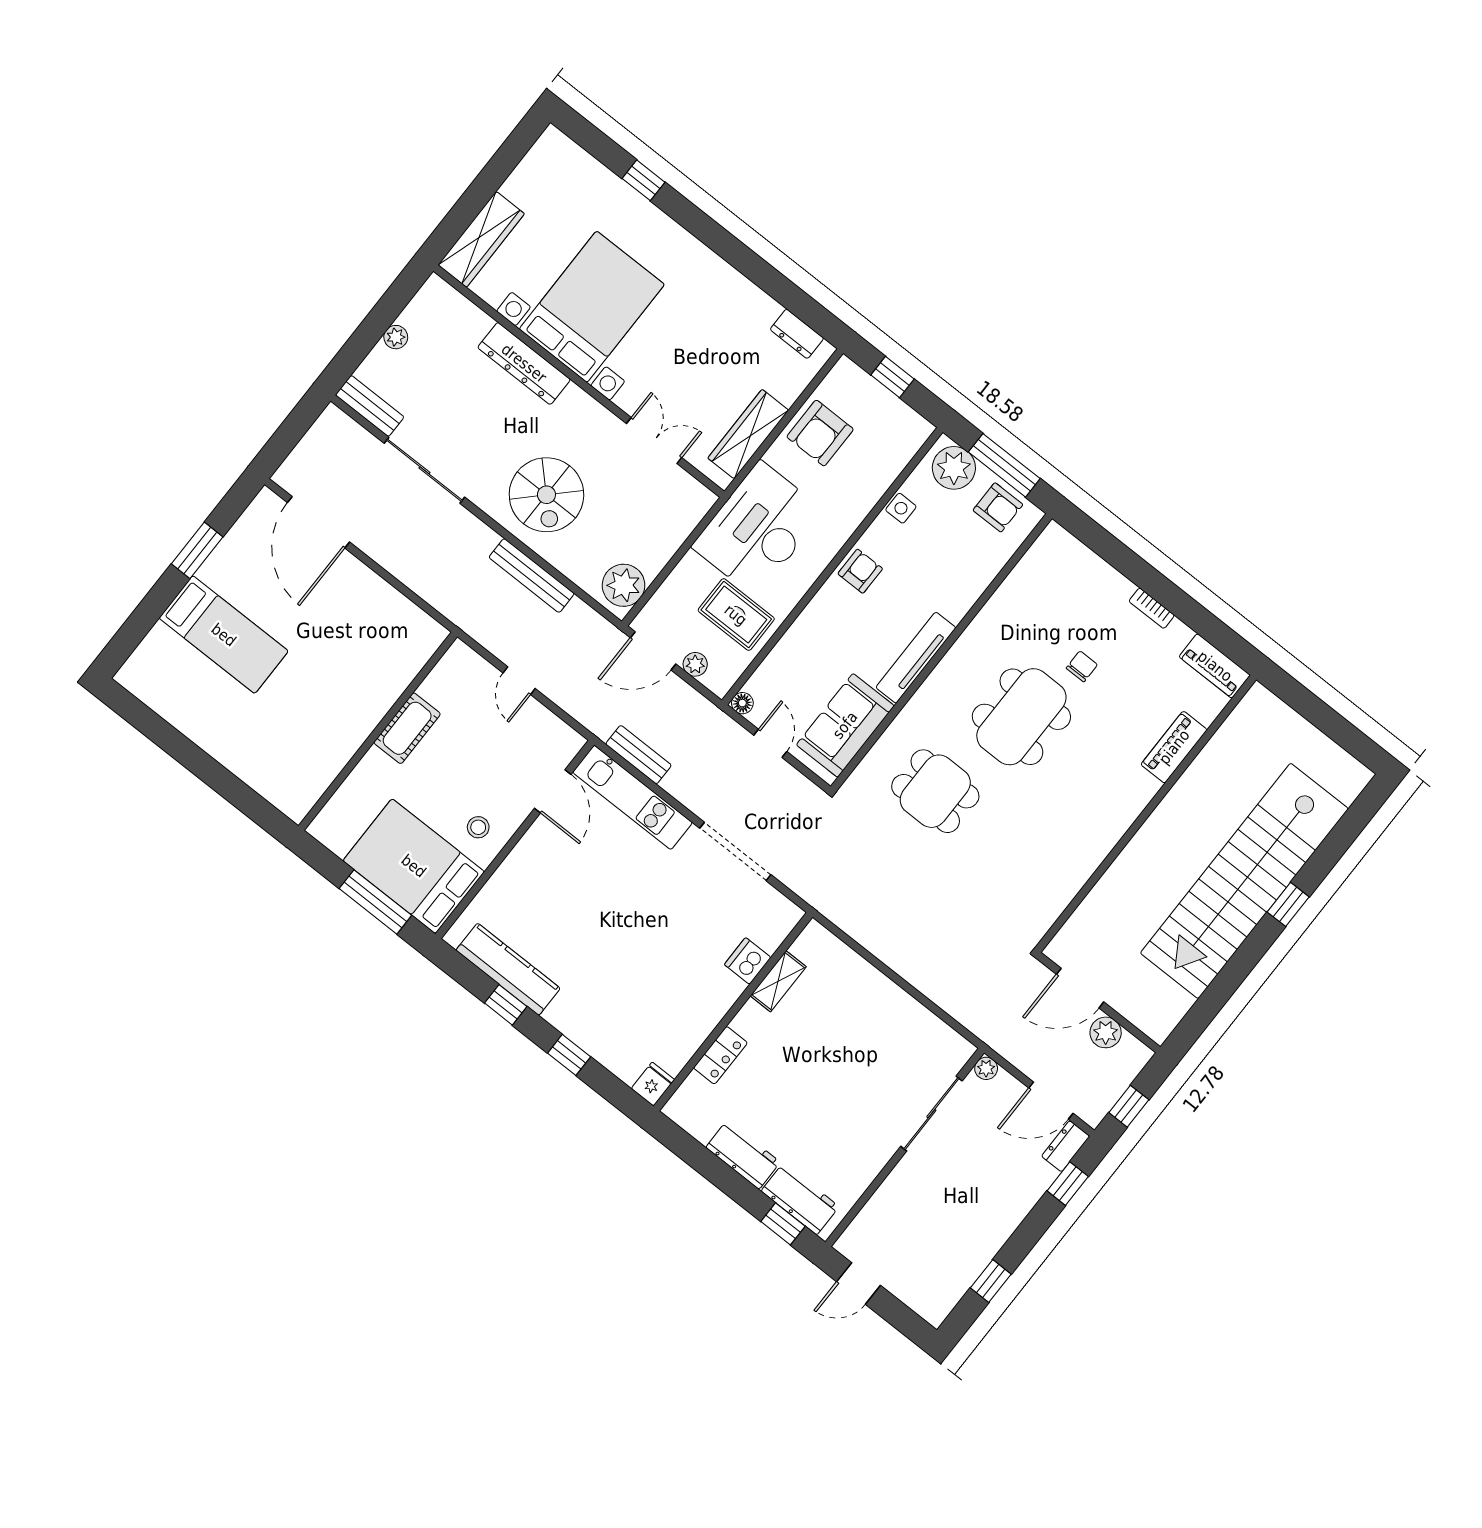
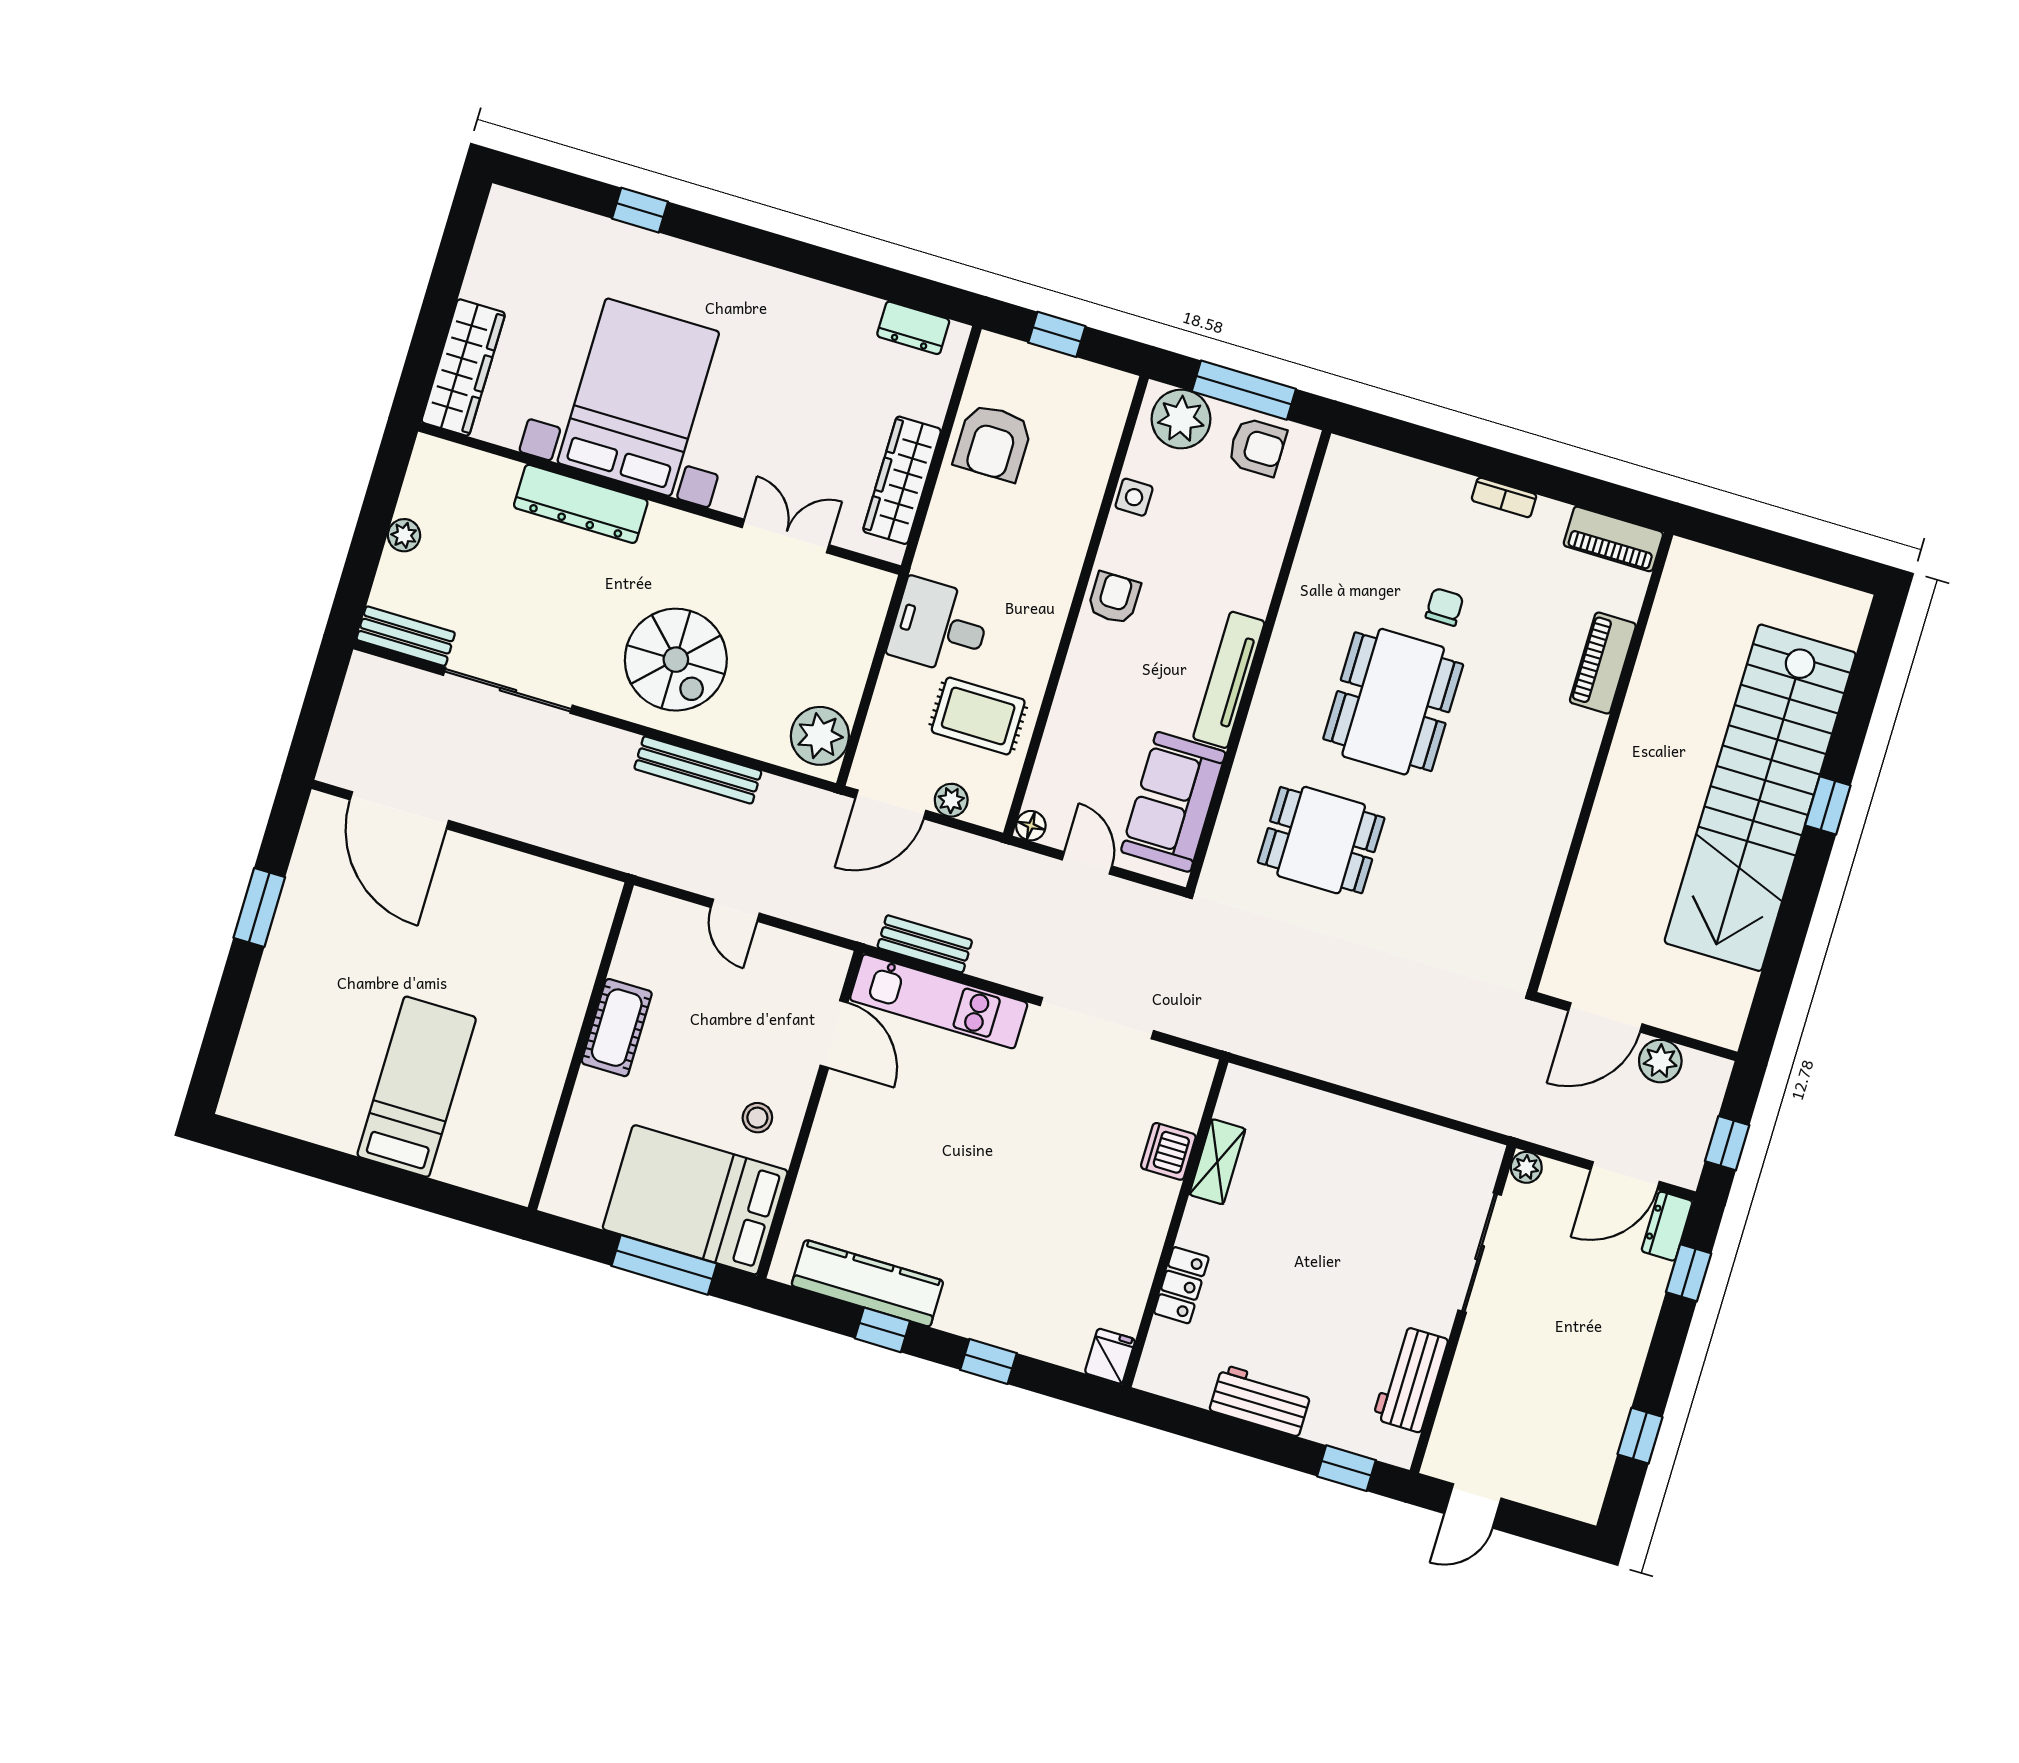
desk: (758, 529) -> (939, 627), width x0.53, depth x0.77
bed: (224, 635) -> (417, 1087), moved, turned -90
workbench: (800, 1199) -> (1410, 1379), moved, turned -90

